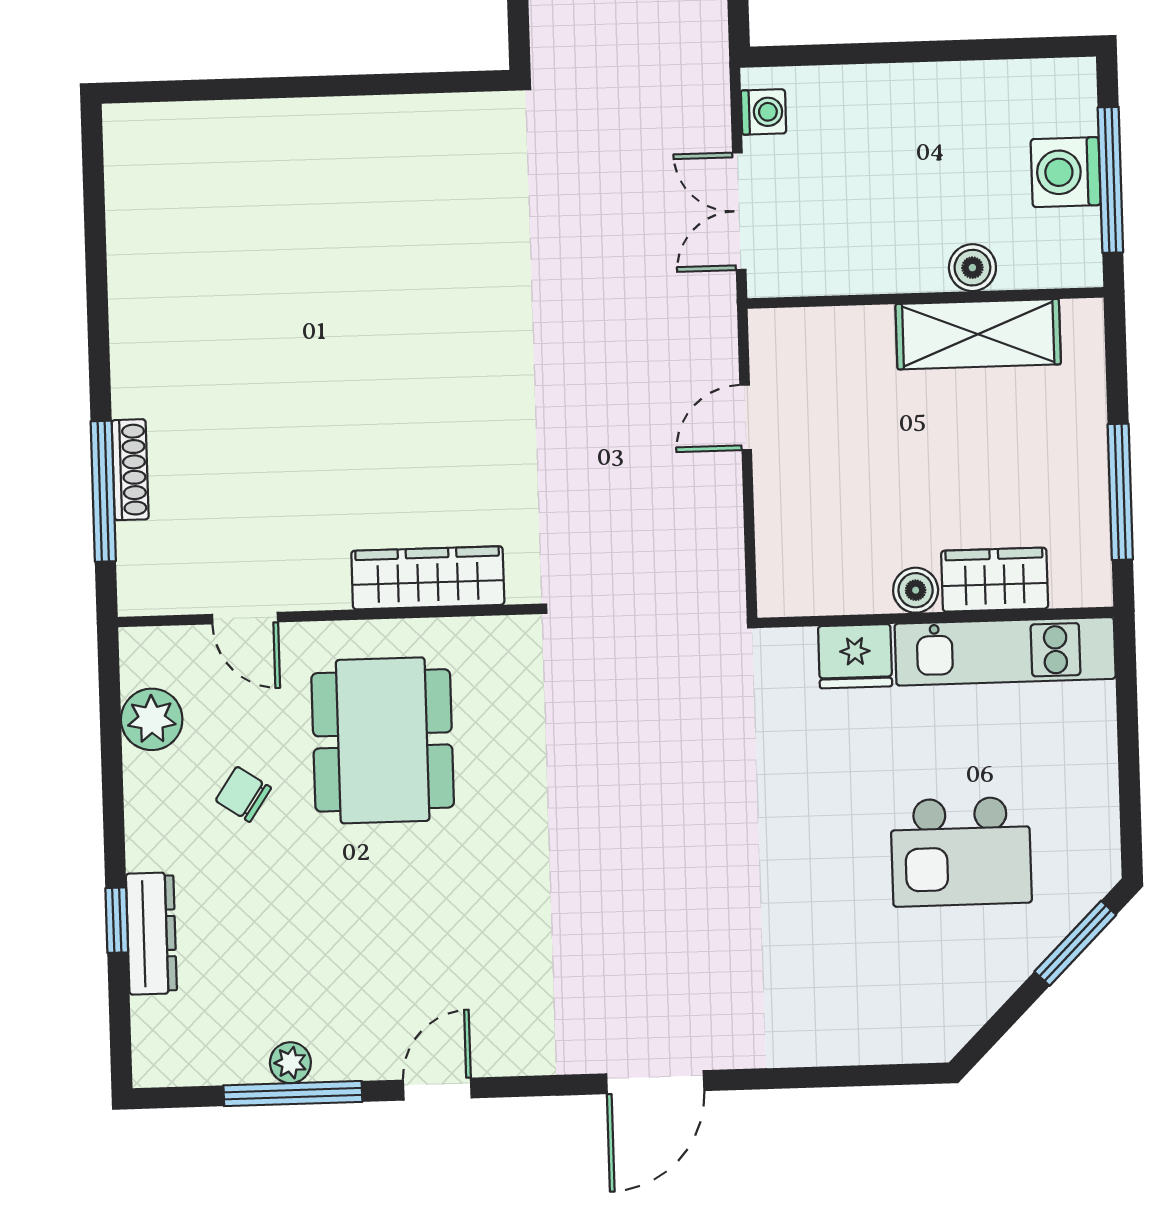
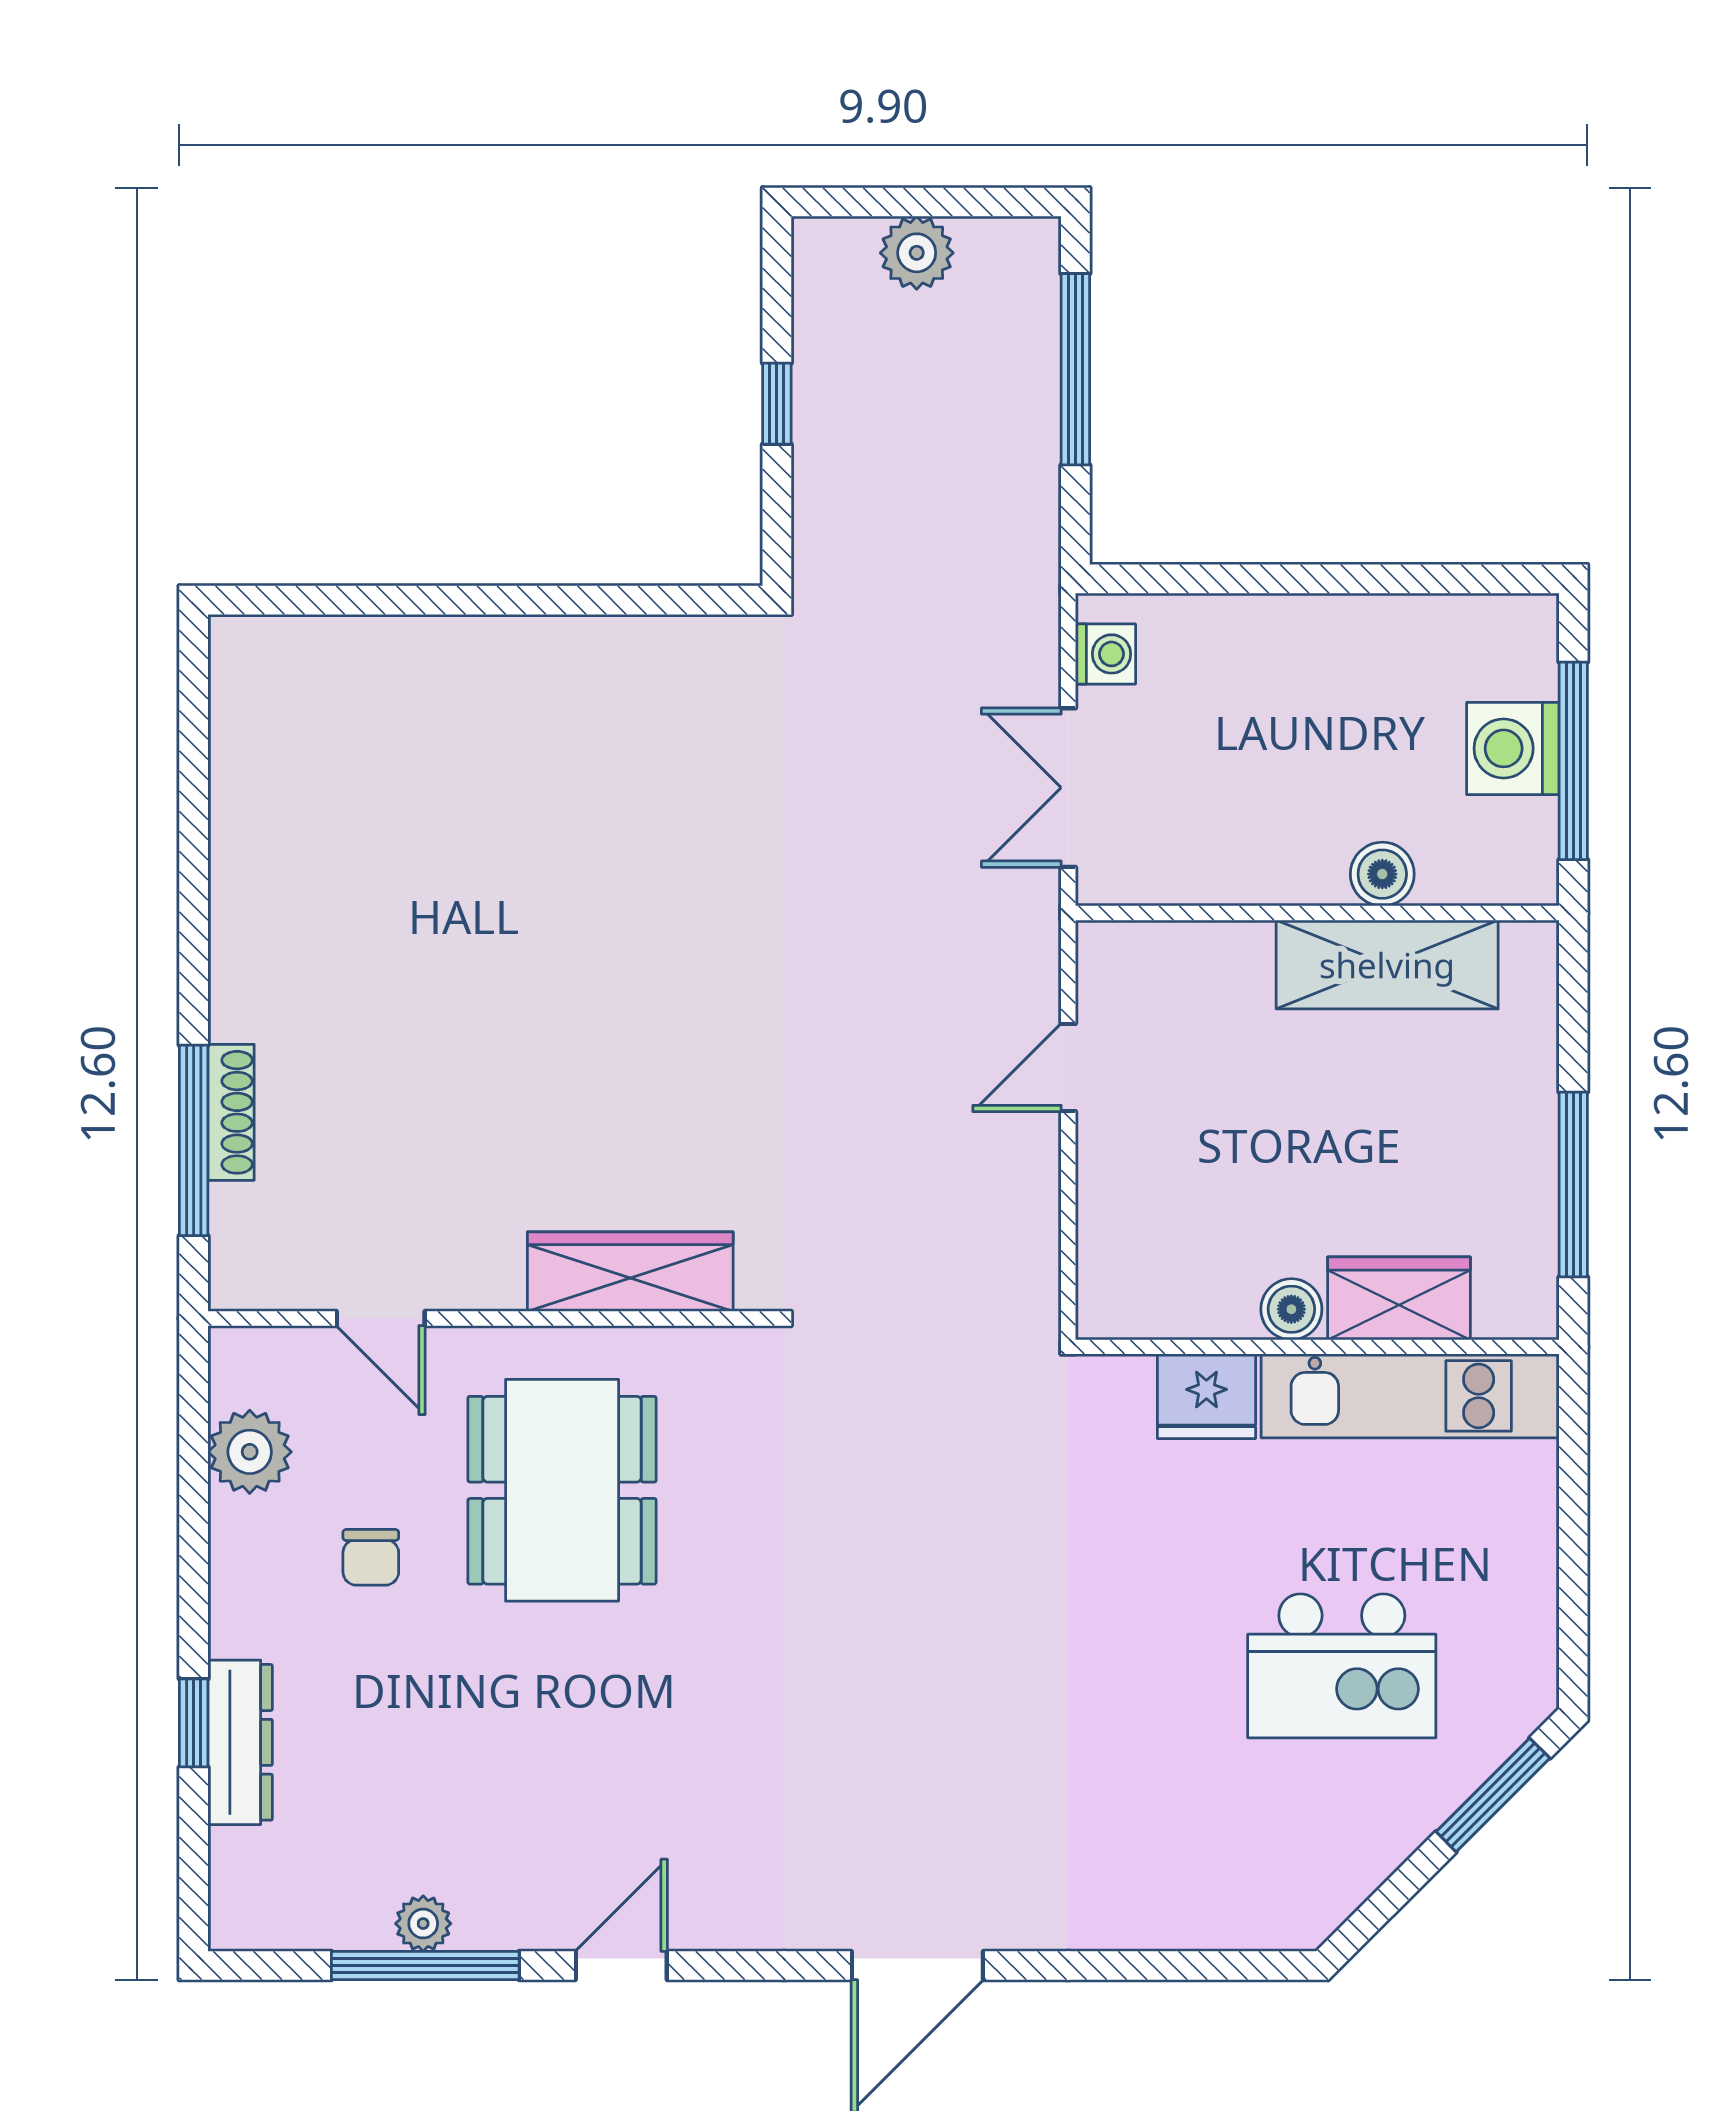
chair: (243, 794) -> (371, 1557), turned -124

